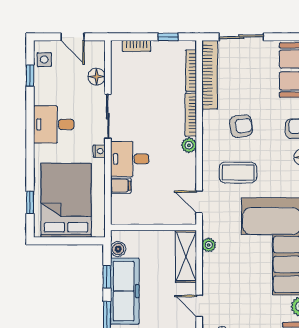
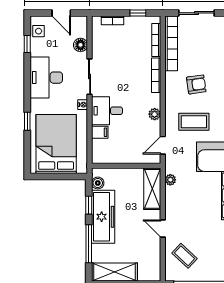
desk: (54, 124) -> (46, 78), width x1.37
plant: (189, 145) -> (155, 114), moved
window: (30, 202) -> (27, 121), moved
door: (199, 202) -> (163, 145), hinge flipped

